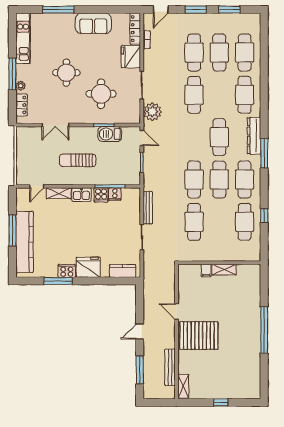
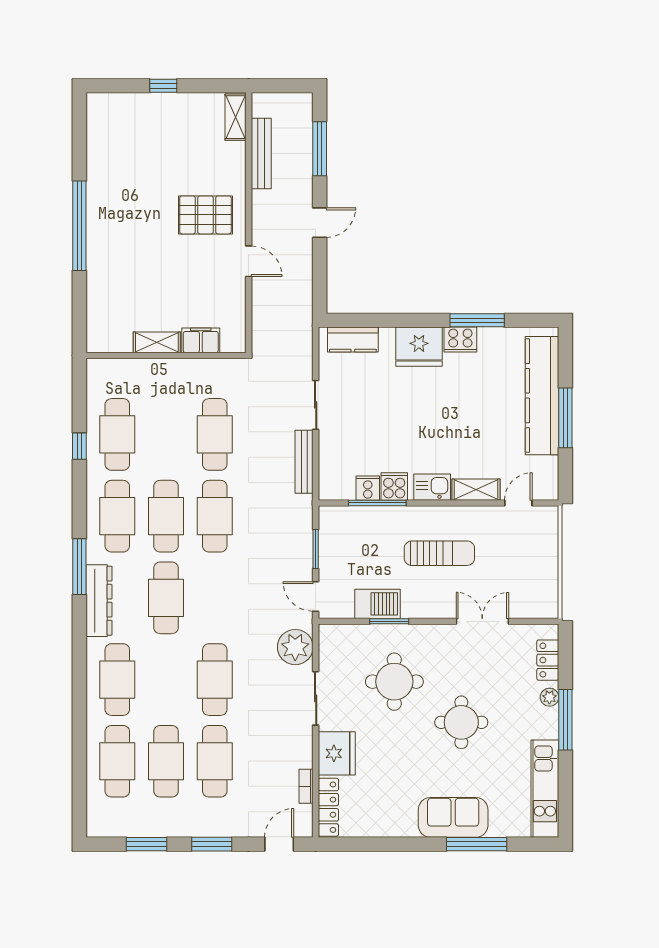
sofa: (93, 23) -> (453, 817), moved
filing cabinet: (206, 271) -> (201, 340), width x2.00
pallet: (199, 336) -> (205, 215), width x0.73, depth x0.71

